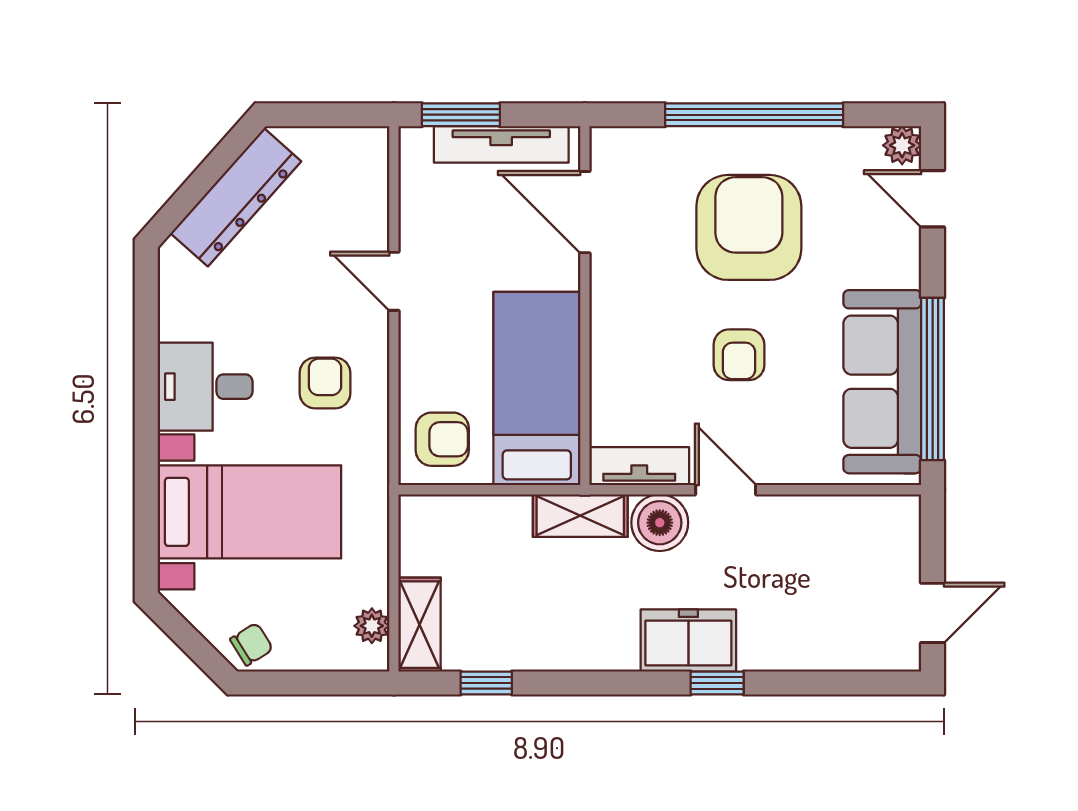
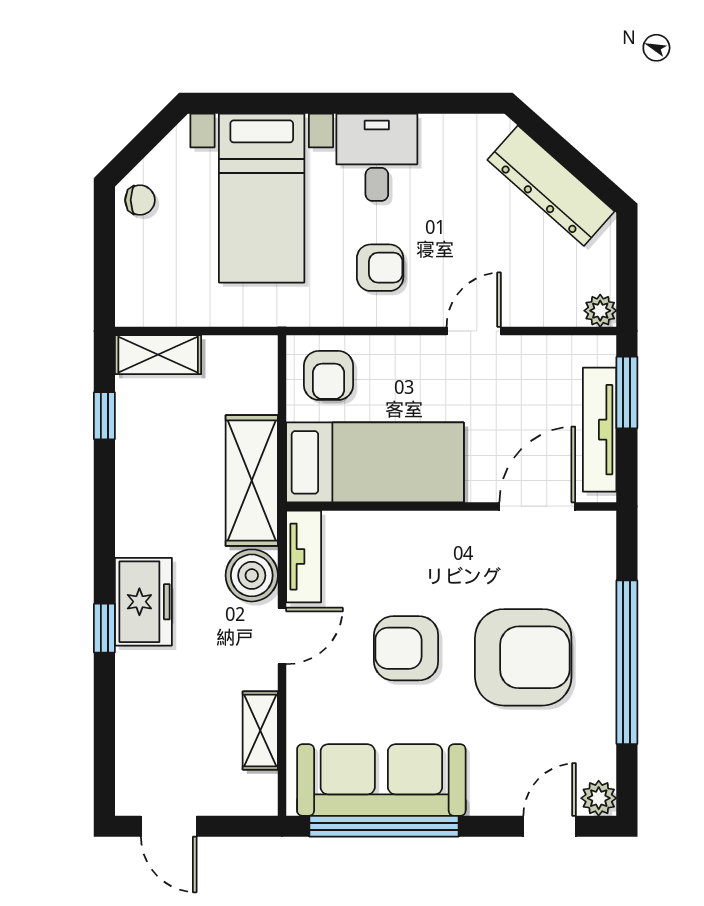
armchair: (739, 355) -> (406, 648), width x1.38, depth x1.38
shelving: (828, 513) -> (260, 731), added
shelving: (580, 516) -> (252, 481), width x1.50, depth x1.33
plant: (372, 626) -> (600, 311), moved
chair: (251, 644) -> (140, 200), turned -58

